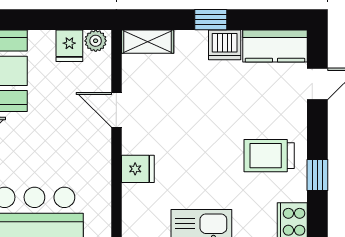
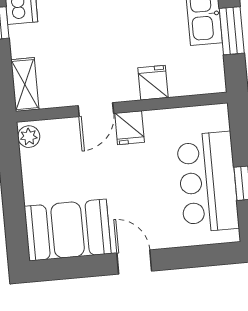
fridge: (69, 46) -> (130, 128), moved, turned 90

